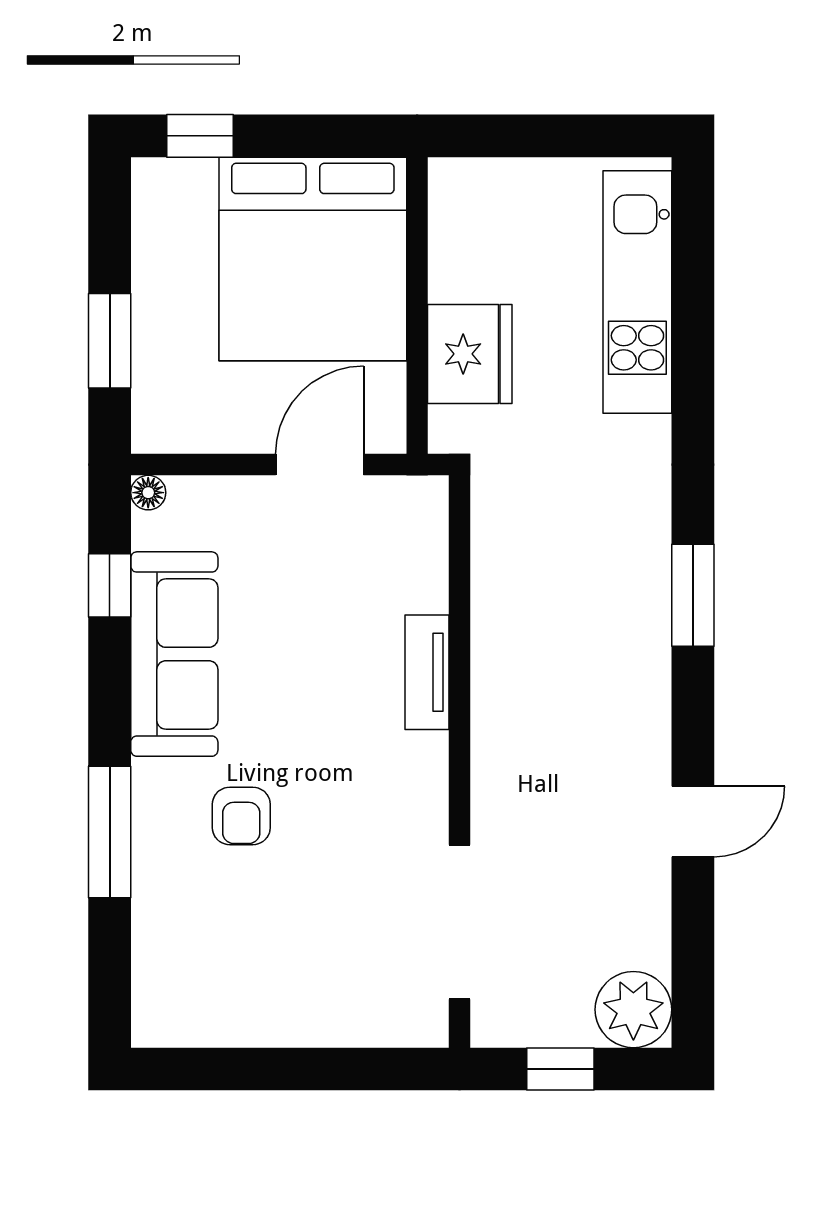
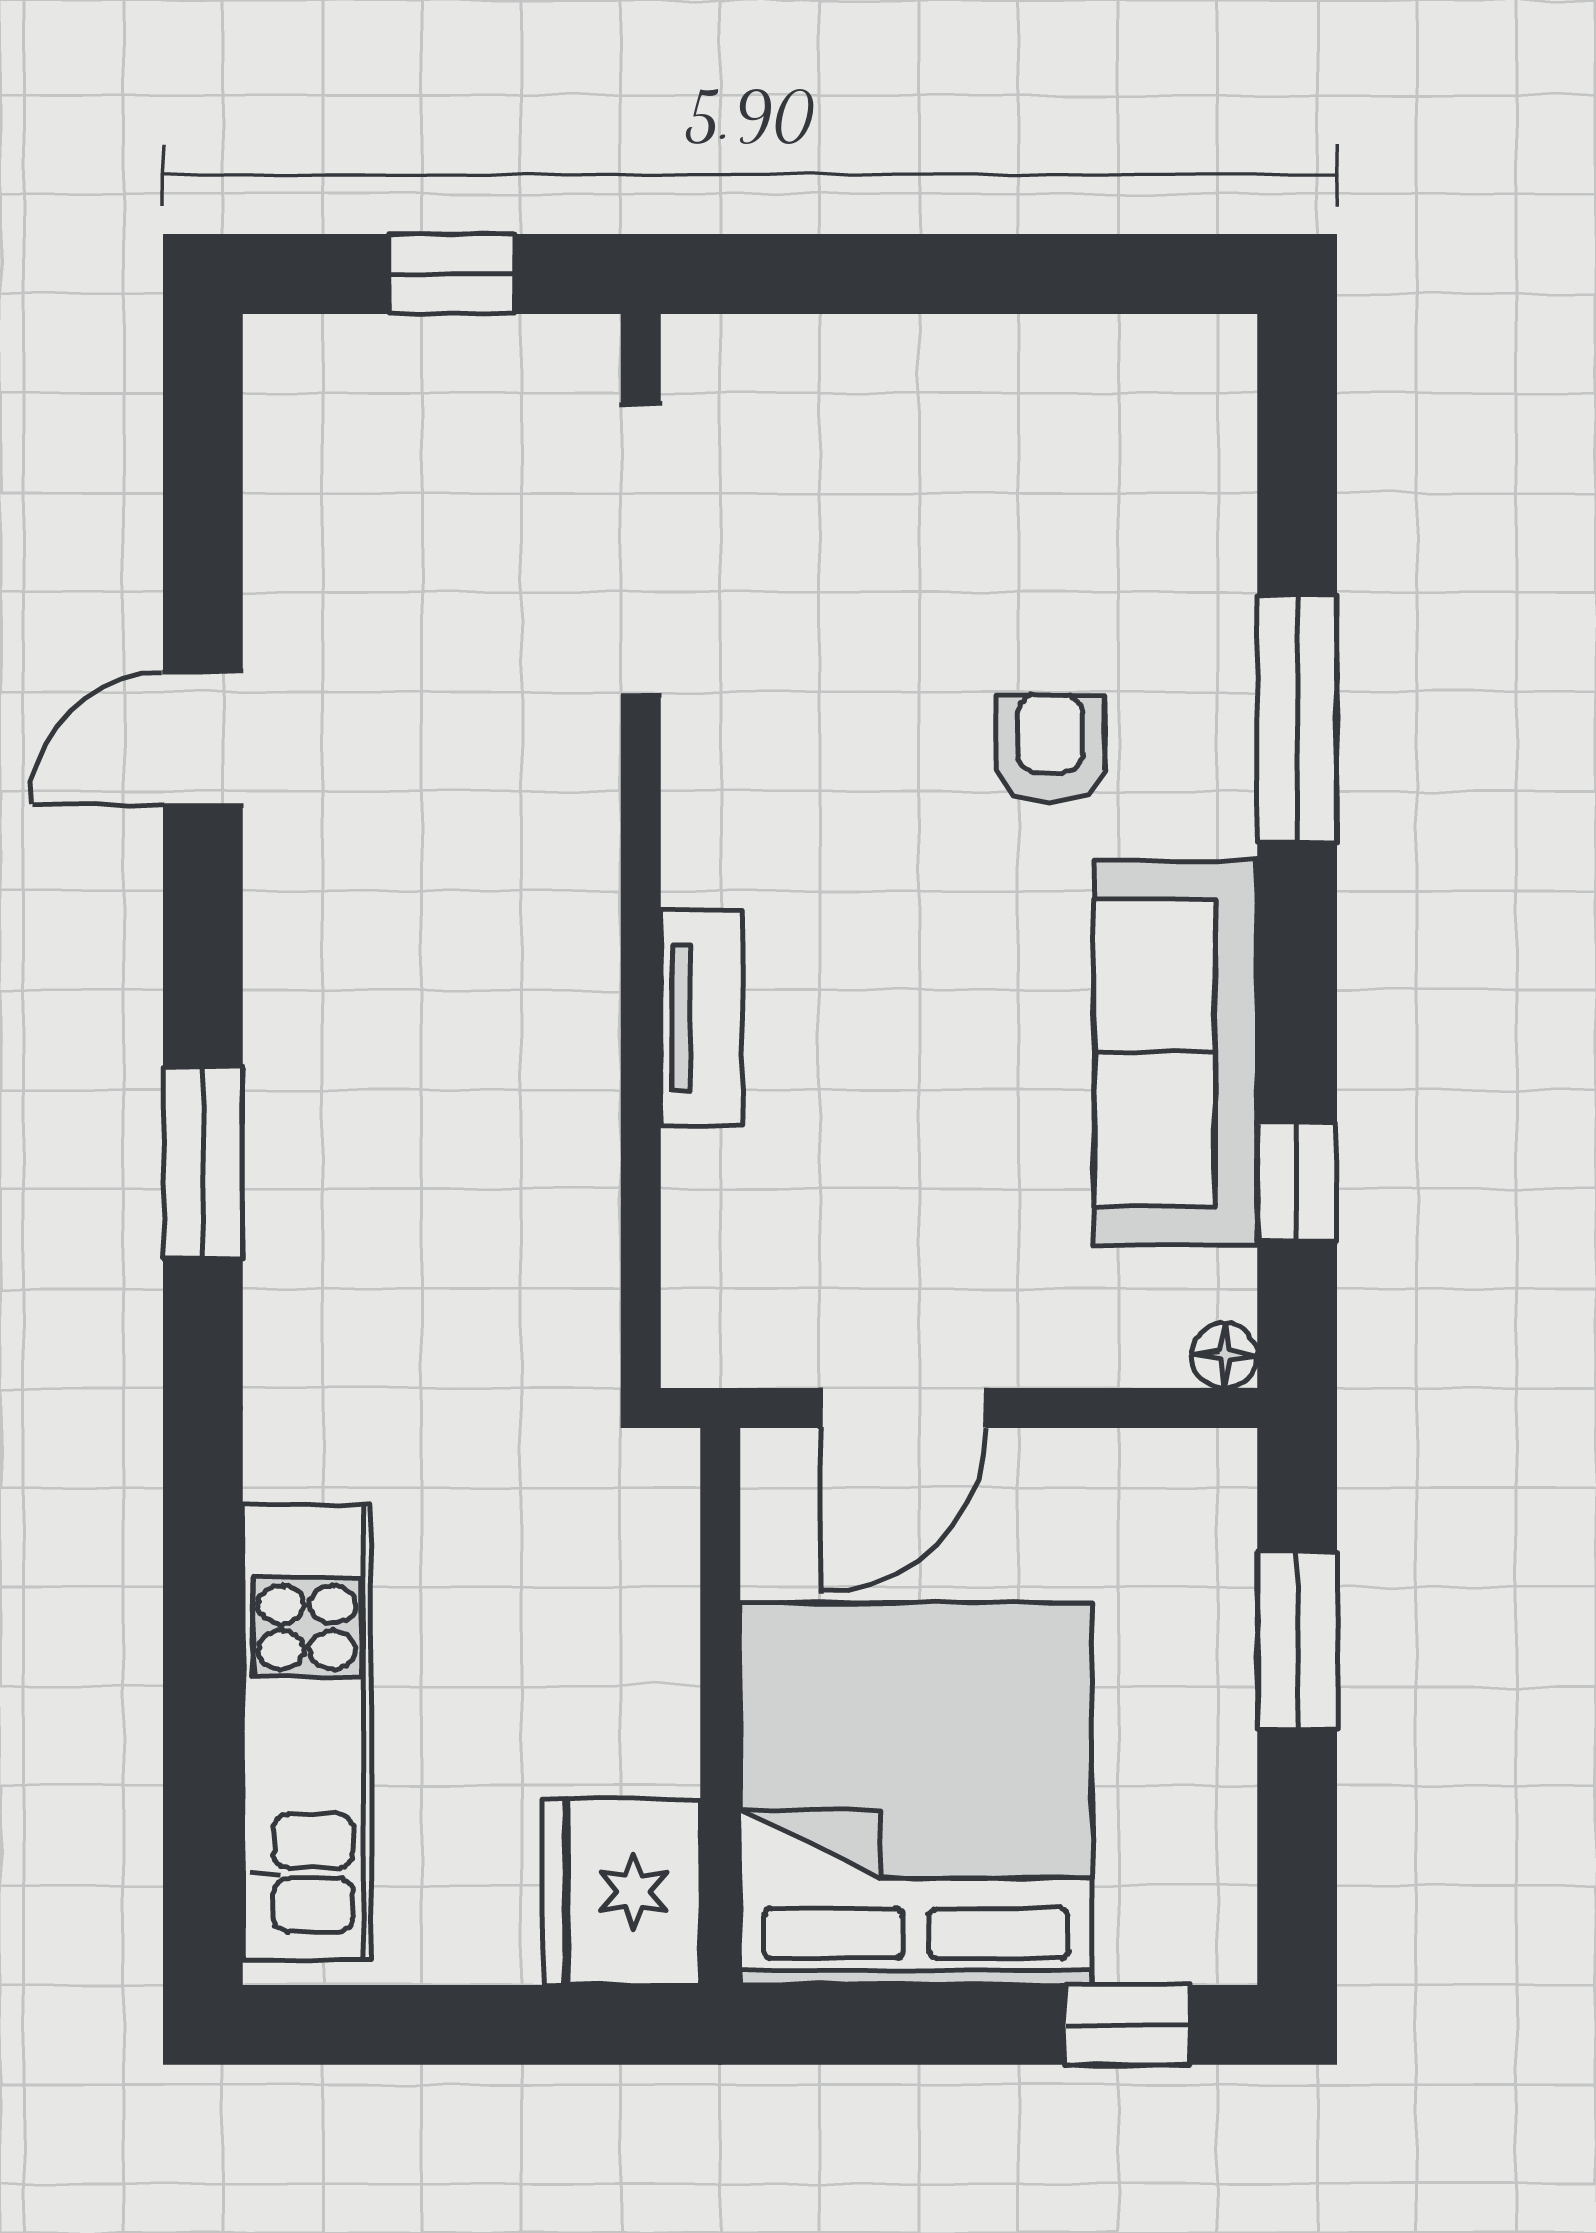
fridge: (470, 354) -> (621, 1892), moved
plant: (633, 1010) -> (314, 385), removed

